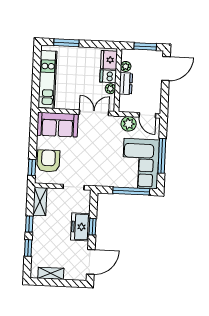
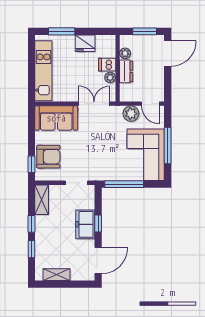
fridge: (109, 60) -> (85, 43), moved, turned -90
armchair: (48, 161) -> (48, 157), turned 90
window: (131, 191) -> (124, 184), moved

